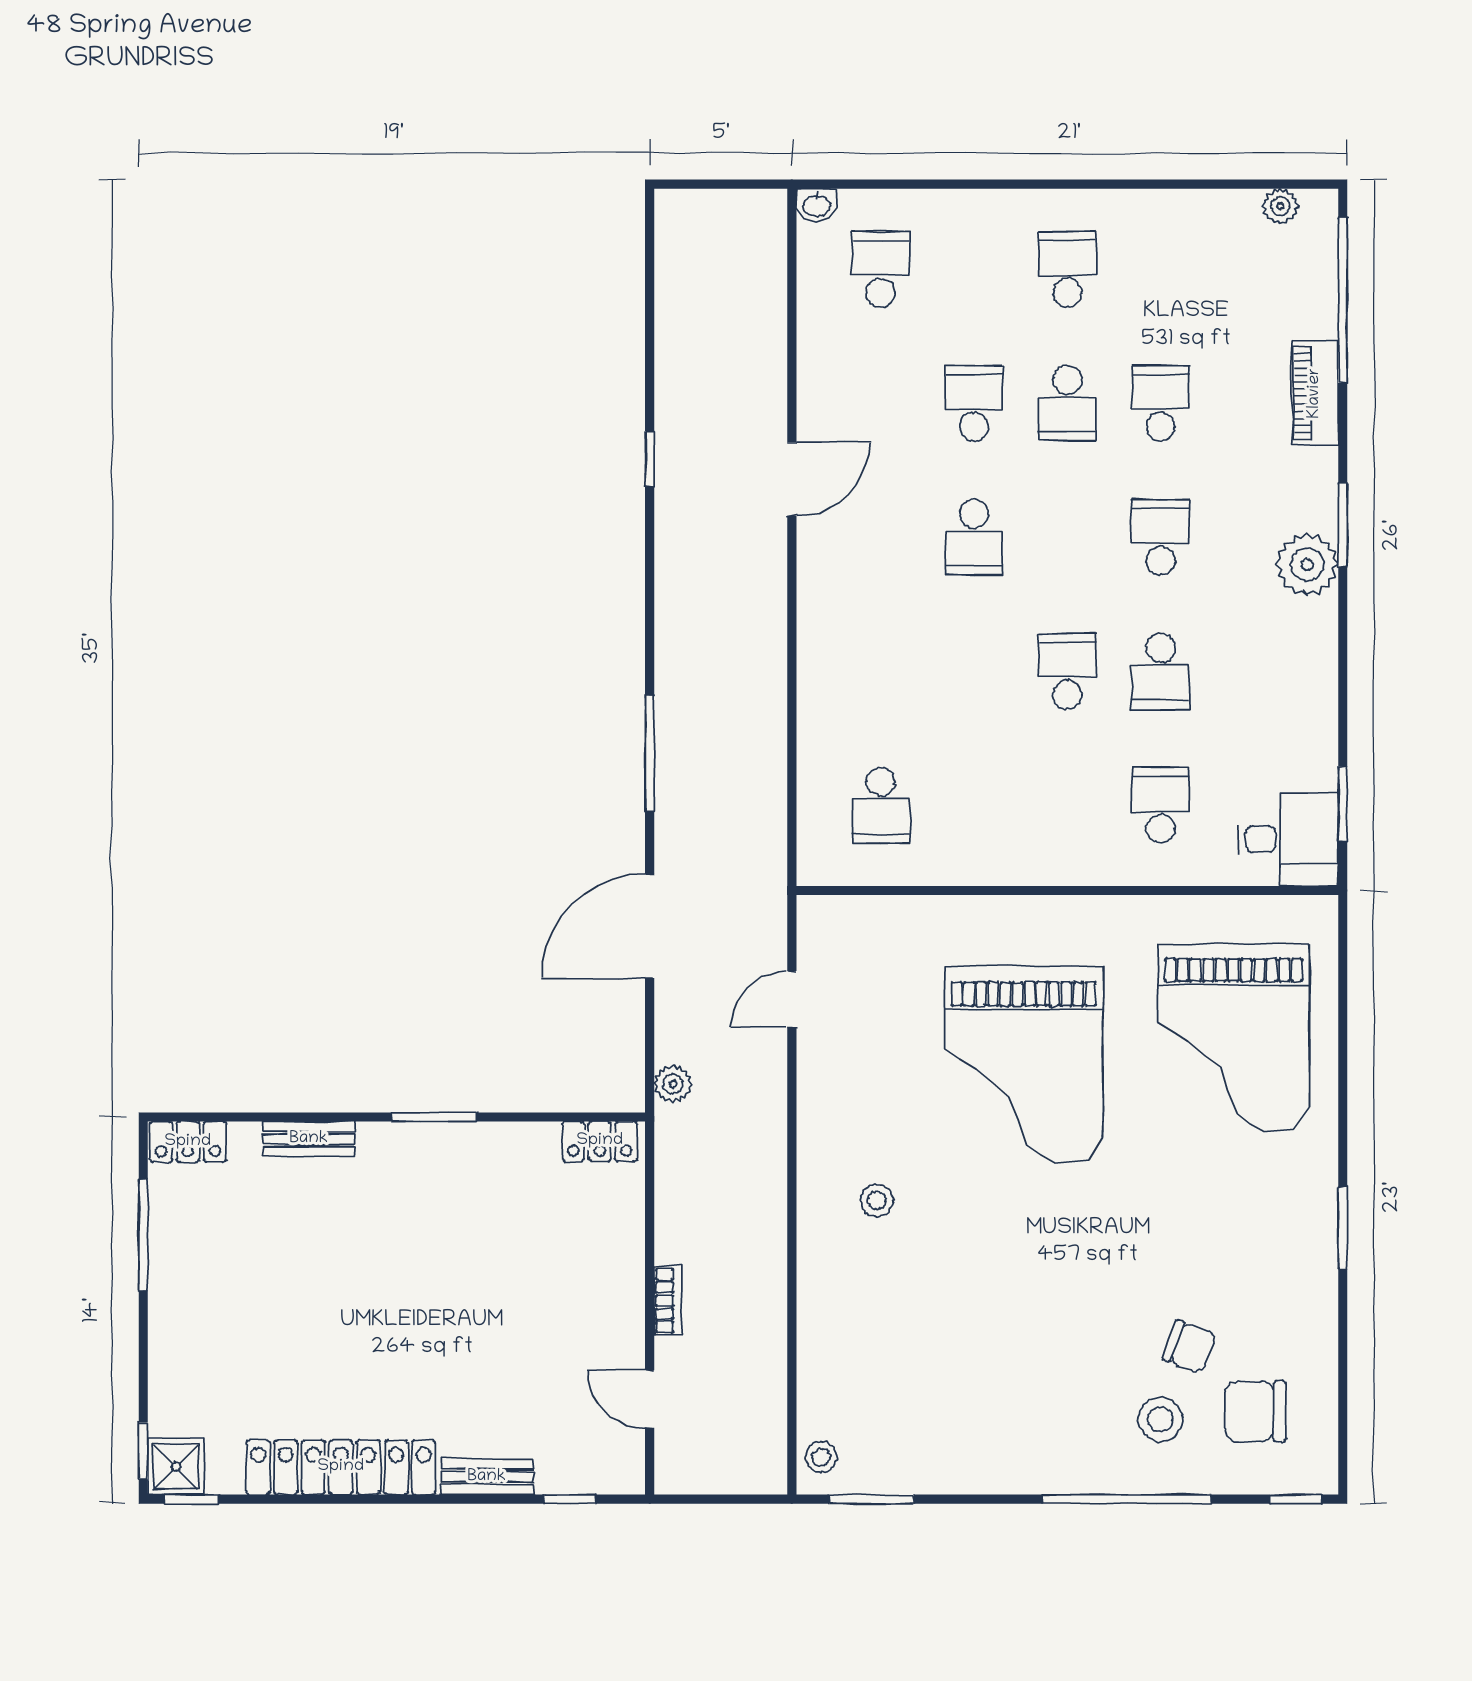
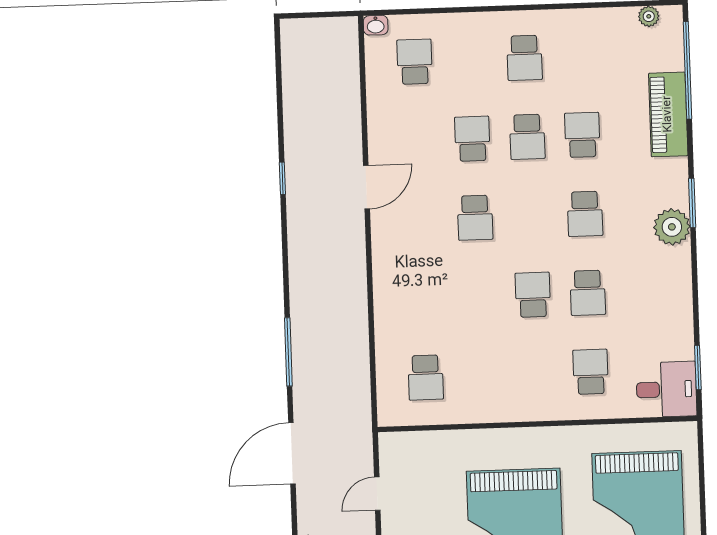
school desk: (1067, 269) -> (525, 58), turned 180
piano: (1315, 393) -> (668, 114), width x1.37, depth x1.33
school desk: (1161, 537) -> (585, 214), turned 180

